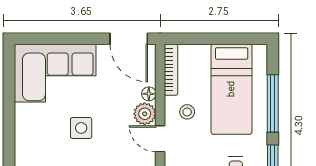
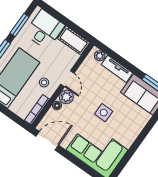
door: (129, 39) -> (47, 141), hinge flipped

